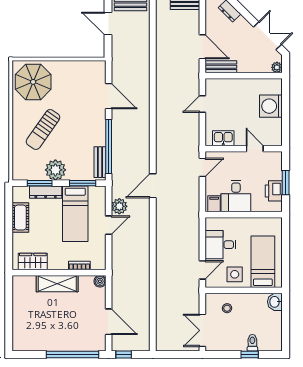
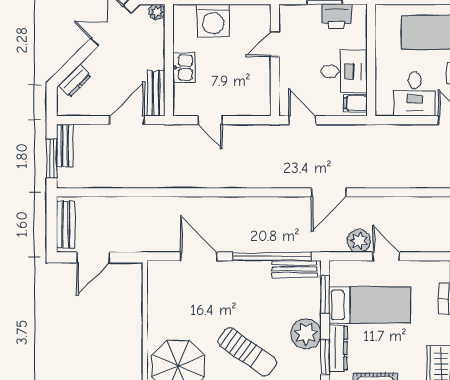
door: (109, 96) -> (199, 256), hinge flipped
kitchen sink: (223, 138) -> (184, 68), moved, turned 180
door: (153, 186) -> (329, 192), hinge flipped

